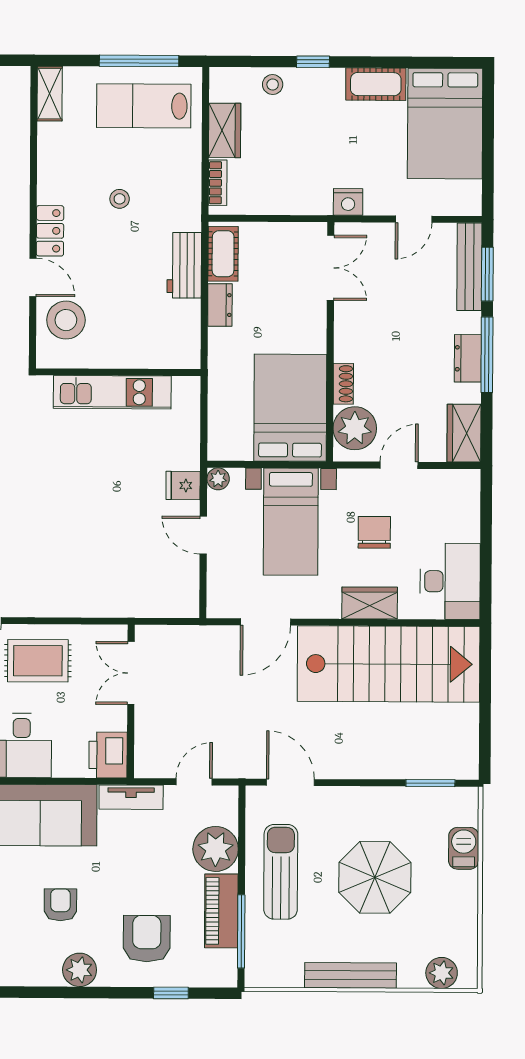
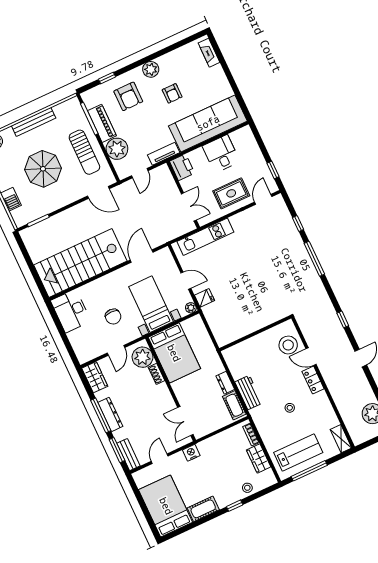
bench: (469, 267) -> (128, 455), width x0.73
dresser: (468, 358) -> (110, 414), width x1.44
kitchen unit: (112, 392) -> (205, 237), moved, turned 180
wardrobe: (370, 603) -> (101, 285), removed

